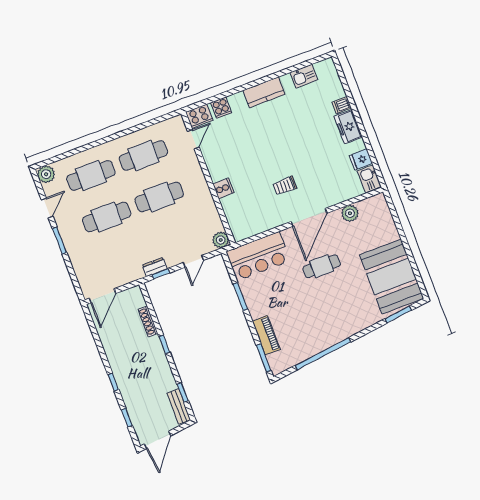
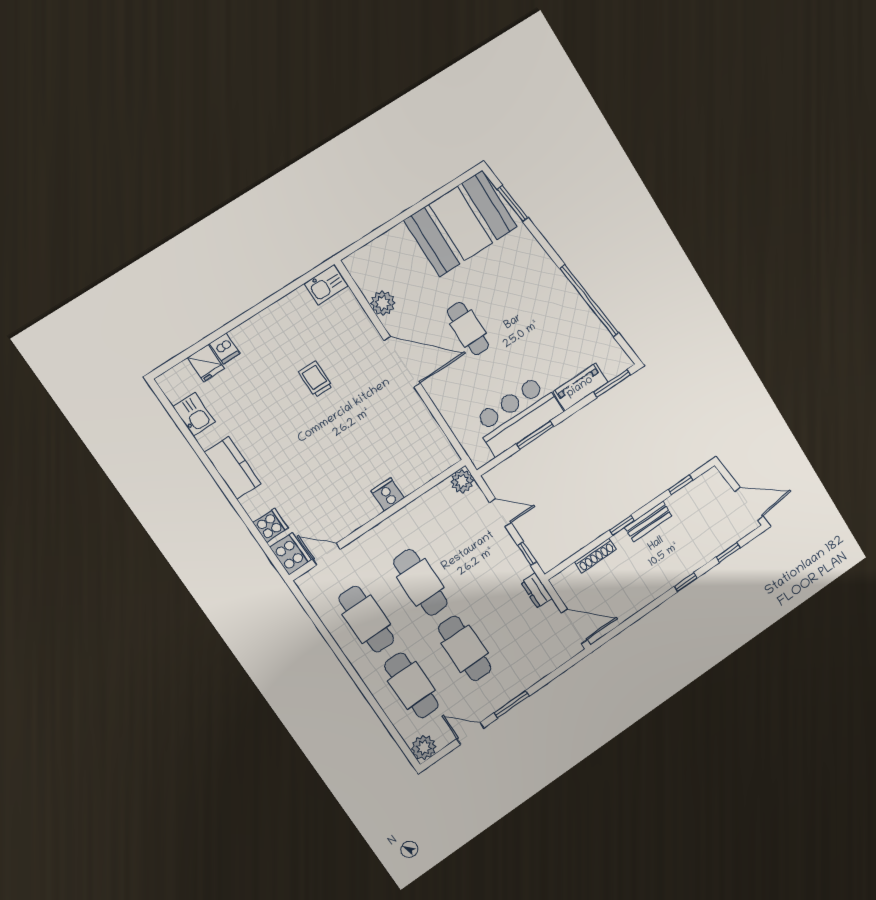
freezer: (348, 127) -> (255, 332), removed
fridge: (361, 160) -> (206, 363), moved
trolley: (285, 186) -> (316, 379), moved, turned 180
bar counter: (258, 256) -> (518, 415), moved, turned -90
dresser: (155, 267) -> (537, 591), moved
bench: (179, 406) -> (648, 521), moved

